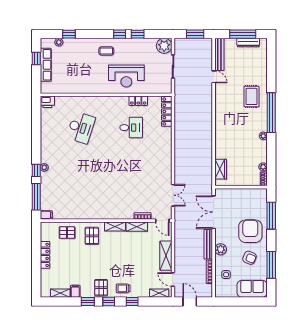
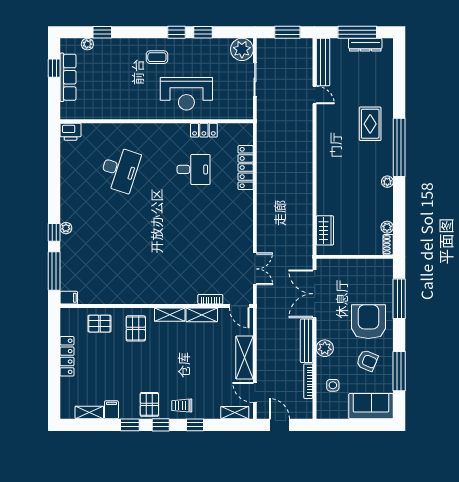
locker: (167, 111) -> (246, 168), moved

